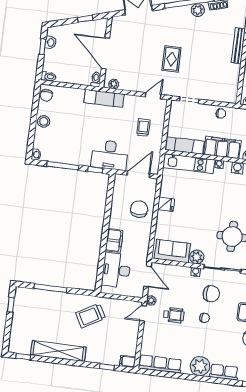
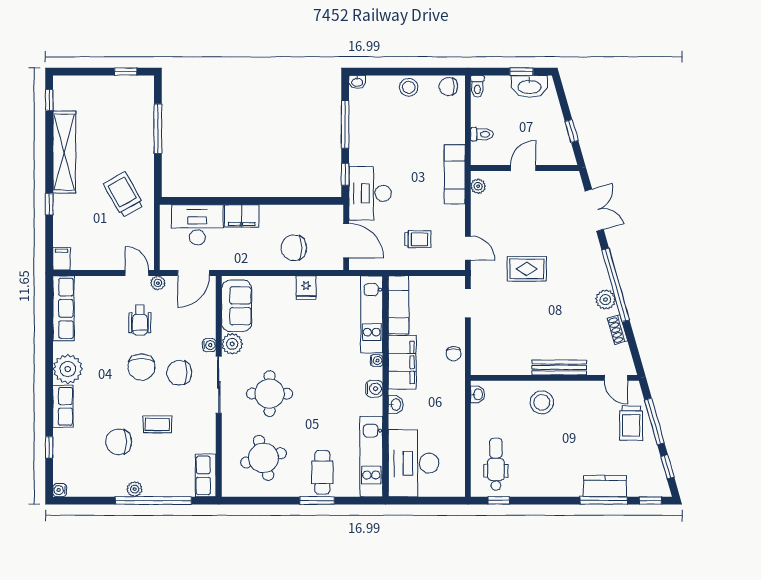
washbasin: (50, 42) -> (529, 86), width x1.91, depth x1.45
door: (105, 53) -> (523, 168), width x0.53
toilet: (96, 79) -> (482, 134), moved
chair: (139, 209) -> (294, 248), turned 180
chair: (211, 294) -> (179, 373), turned 90
chair: (205, 318) -> (141, 367), width x1.87, depth x1.87
window: (107, 367) -> (49, 204), moved

